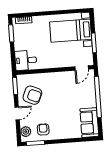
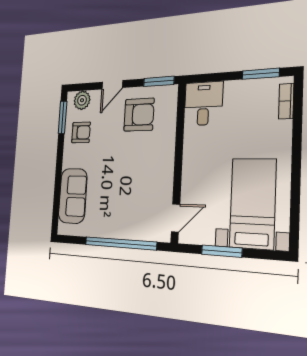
door: (82, 68) -> (176, 218), swing flipped
armchair: (32, 95) -> (139, 115), turned -113
door: (17, 113) -> (112, 85), hinge flipped
sofa: (89, 123) -> (73, 196), moved, turned 90

